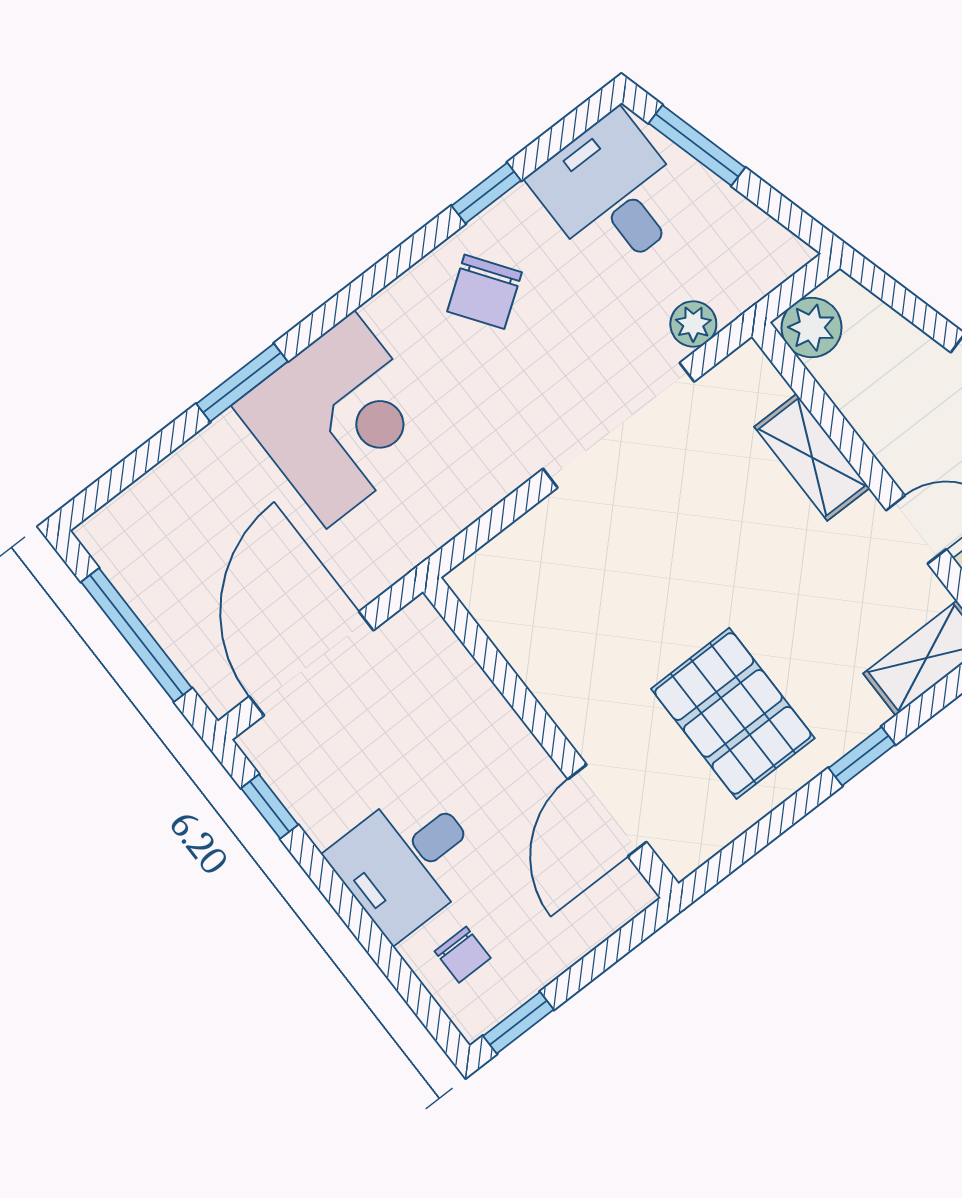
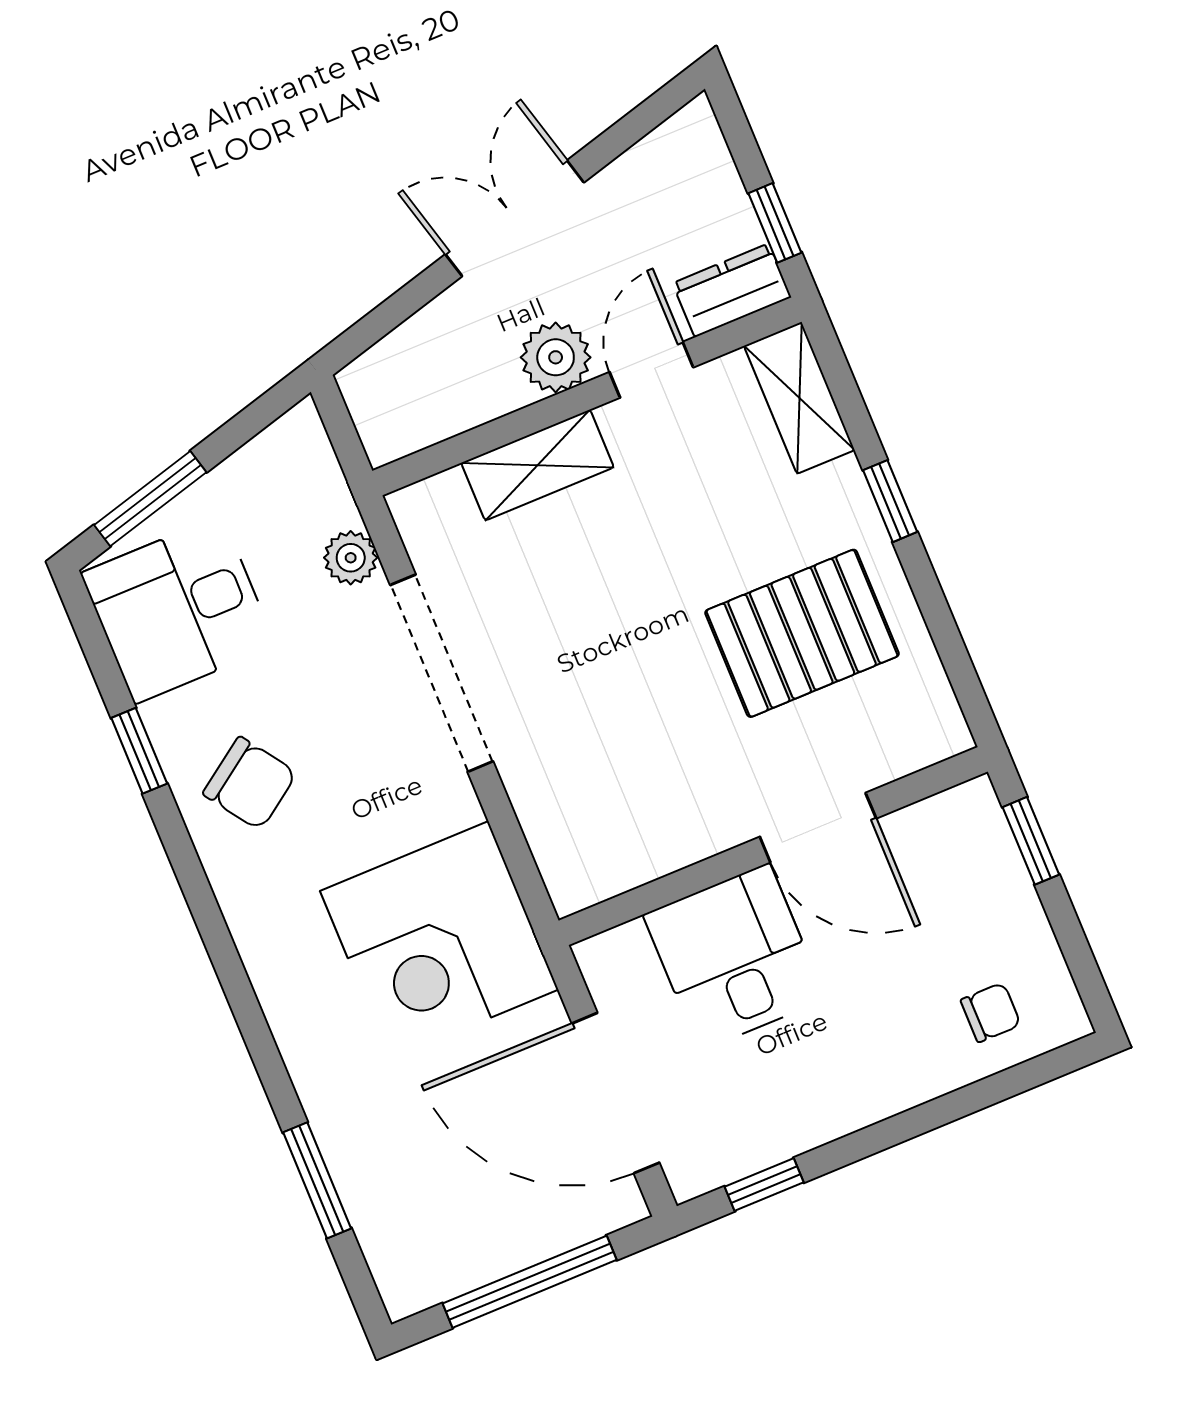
plant: (812, 328) -> (556, 357), moved
window: (242, 383) -> (317, 1180), moved
corner desk: (340, 419) -> (439, 940), moved, turned 180
door: (607, 811) -> (818, 828), moved
desk: (407, 862) -> (734, 957), moved, turned 180
window: (518, 1023) -> (1031, 841), moved

